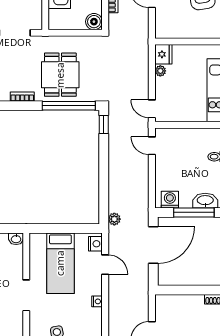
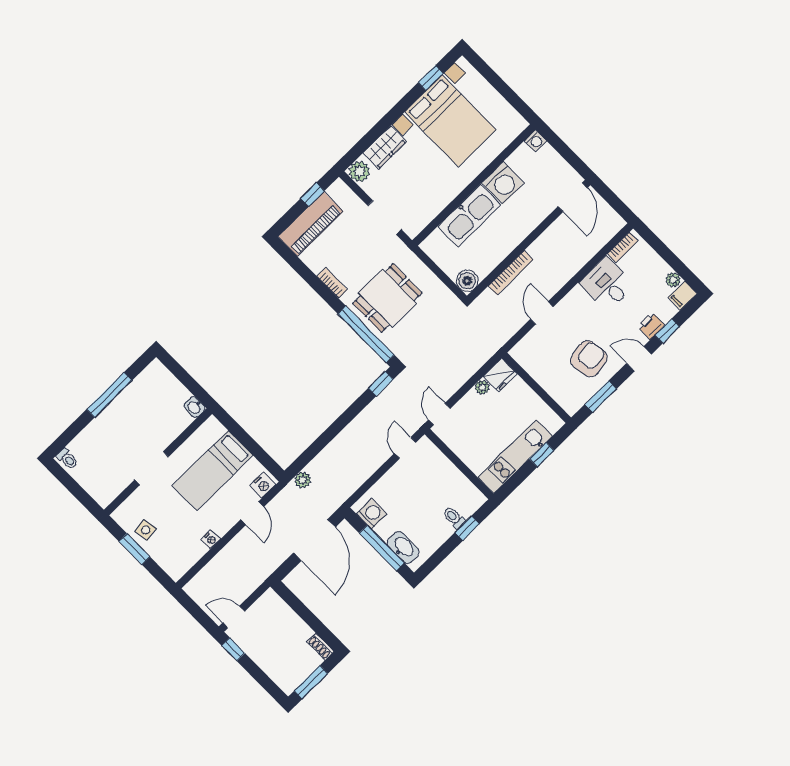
door: (153, 245) -> (314, 540), hinge flipped

